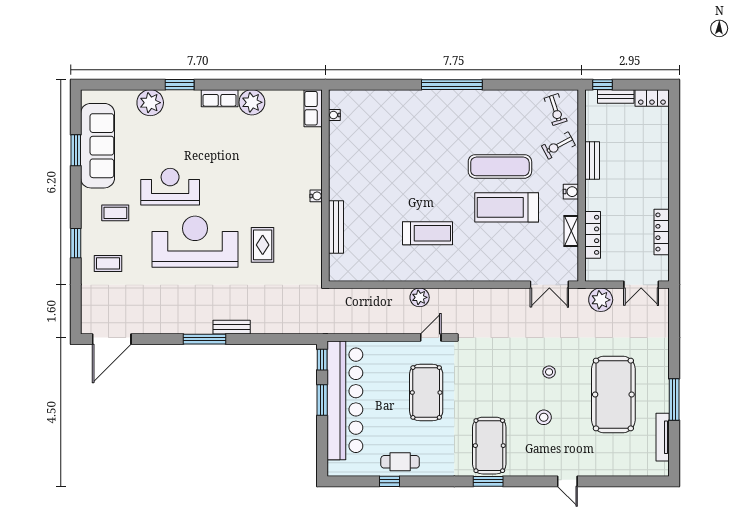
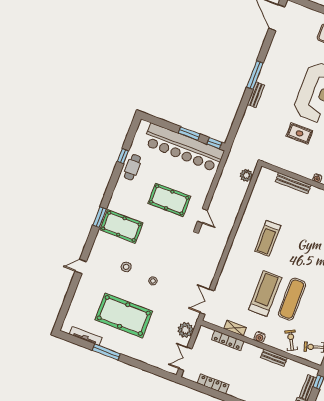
plant: (420, 297) -> (246, 175), moved

